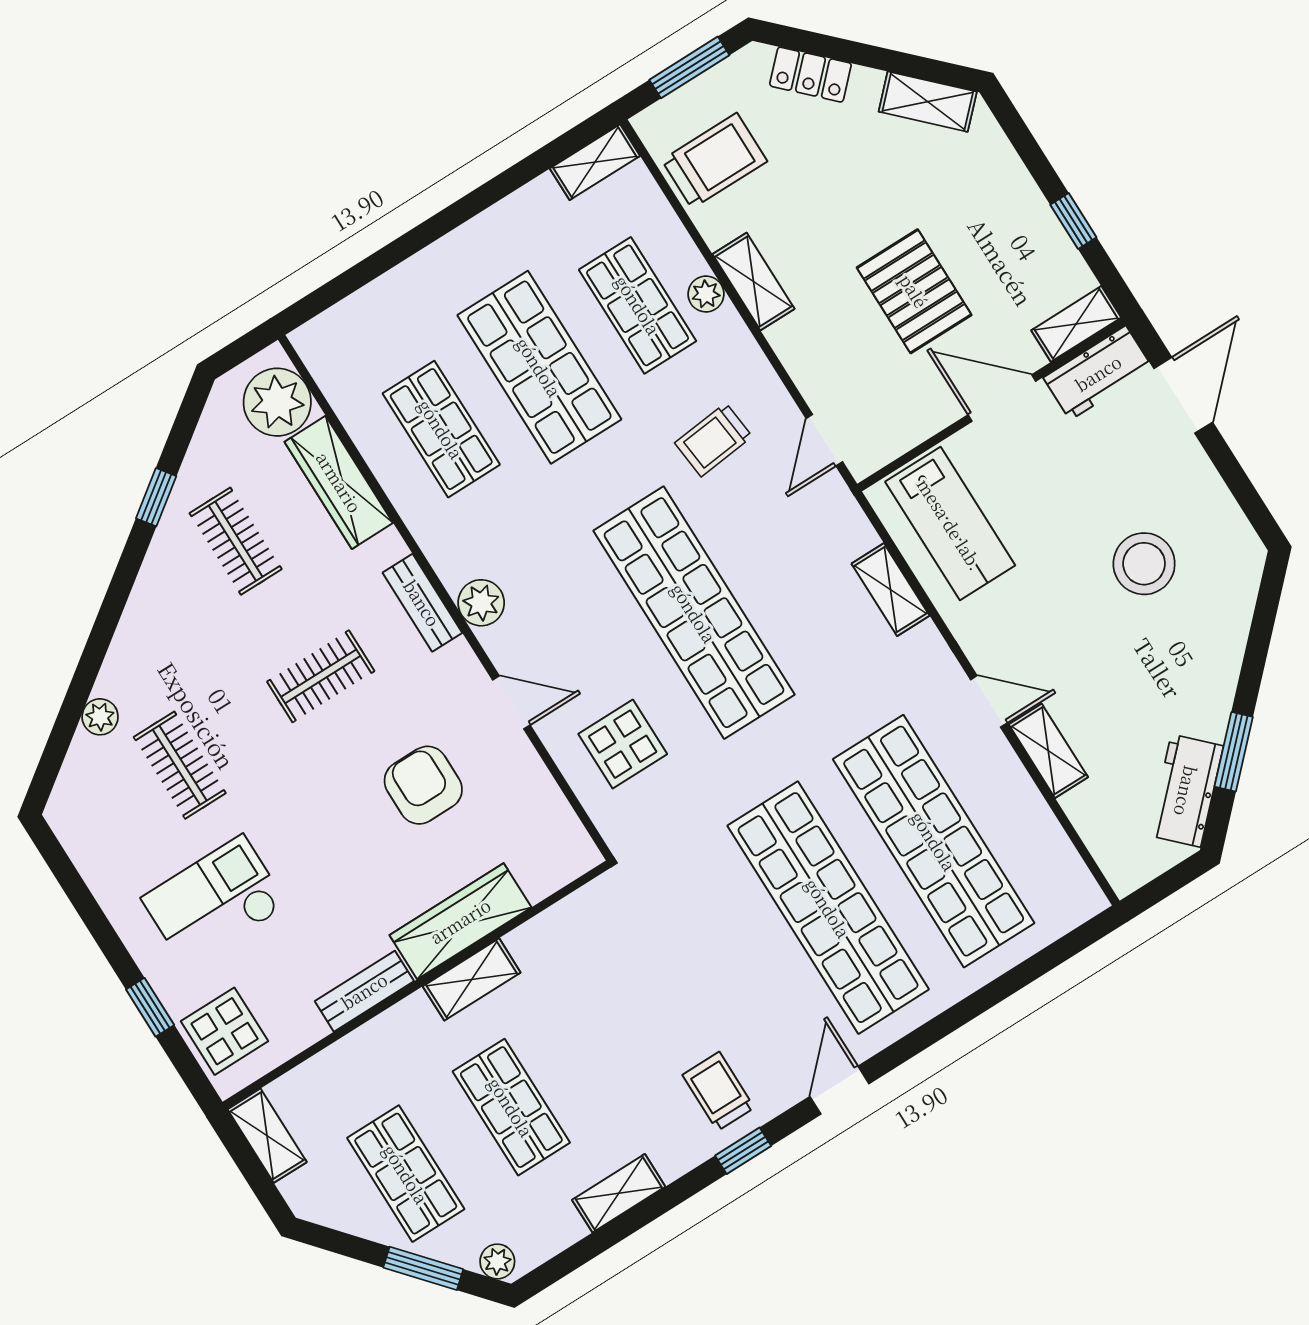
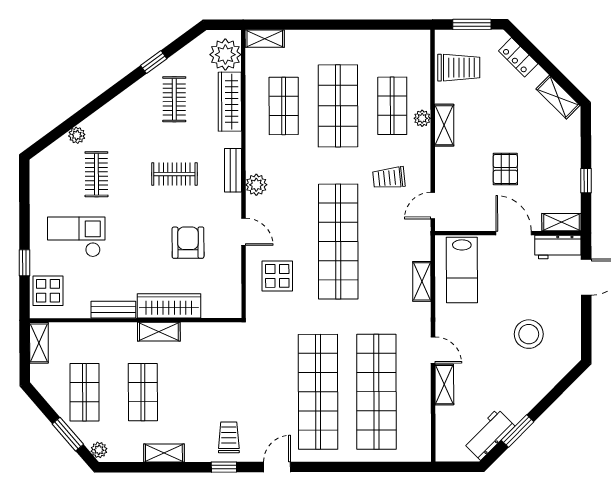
shelving: (595, 162) -> (265, 39), moved
pallet: (914, 291) -> (505, 169), width x0.67, depth x0.71

